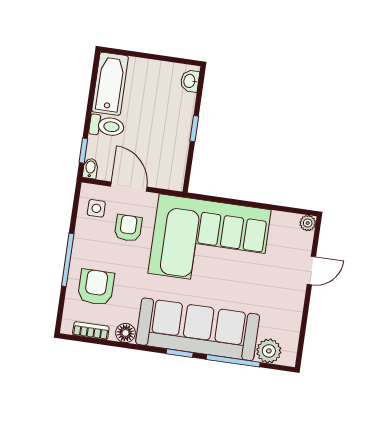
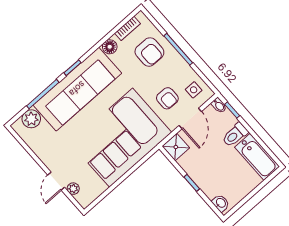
shower: (171, 177) -> (176, 147), added
door: (129, 187) -> (190, 118), hinge flipped
plant: (308, 223) -> (73, 189), moved

